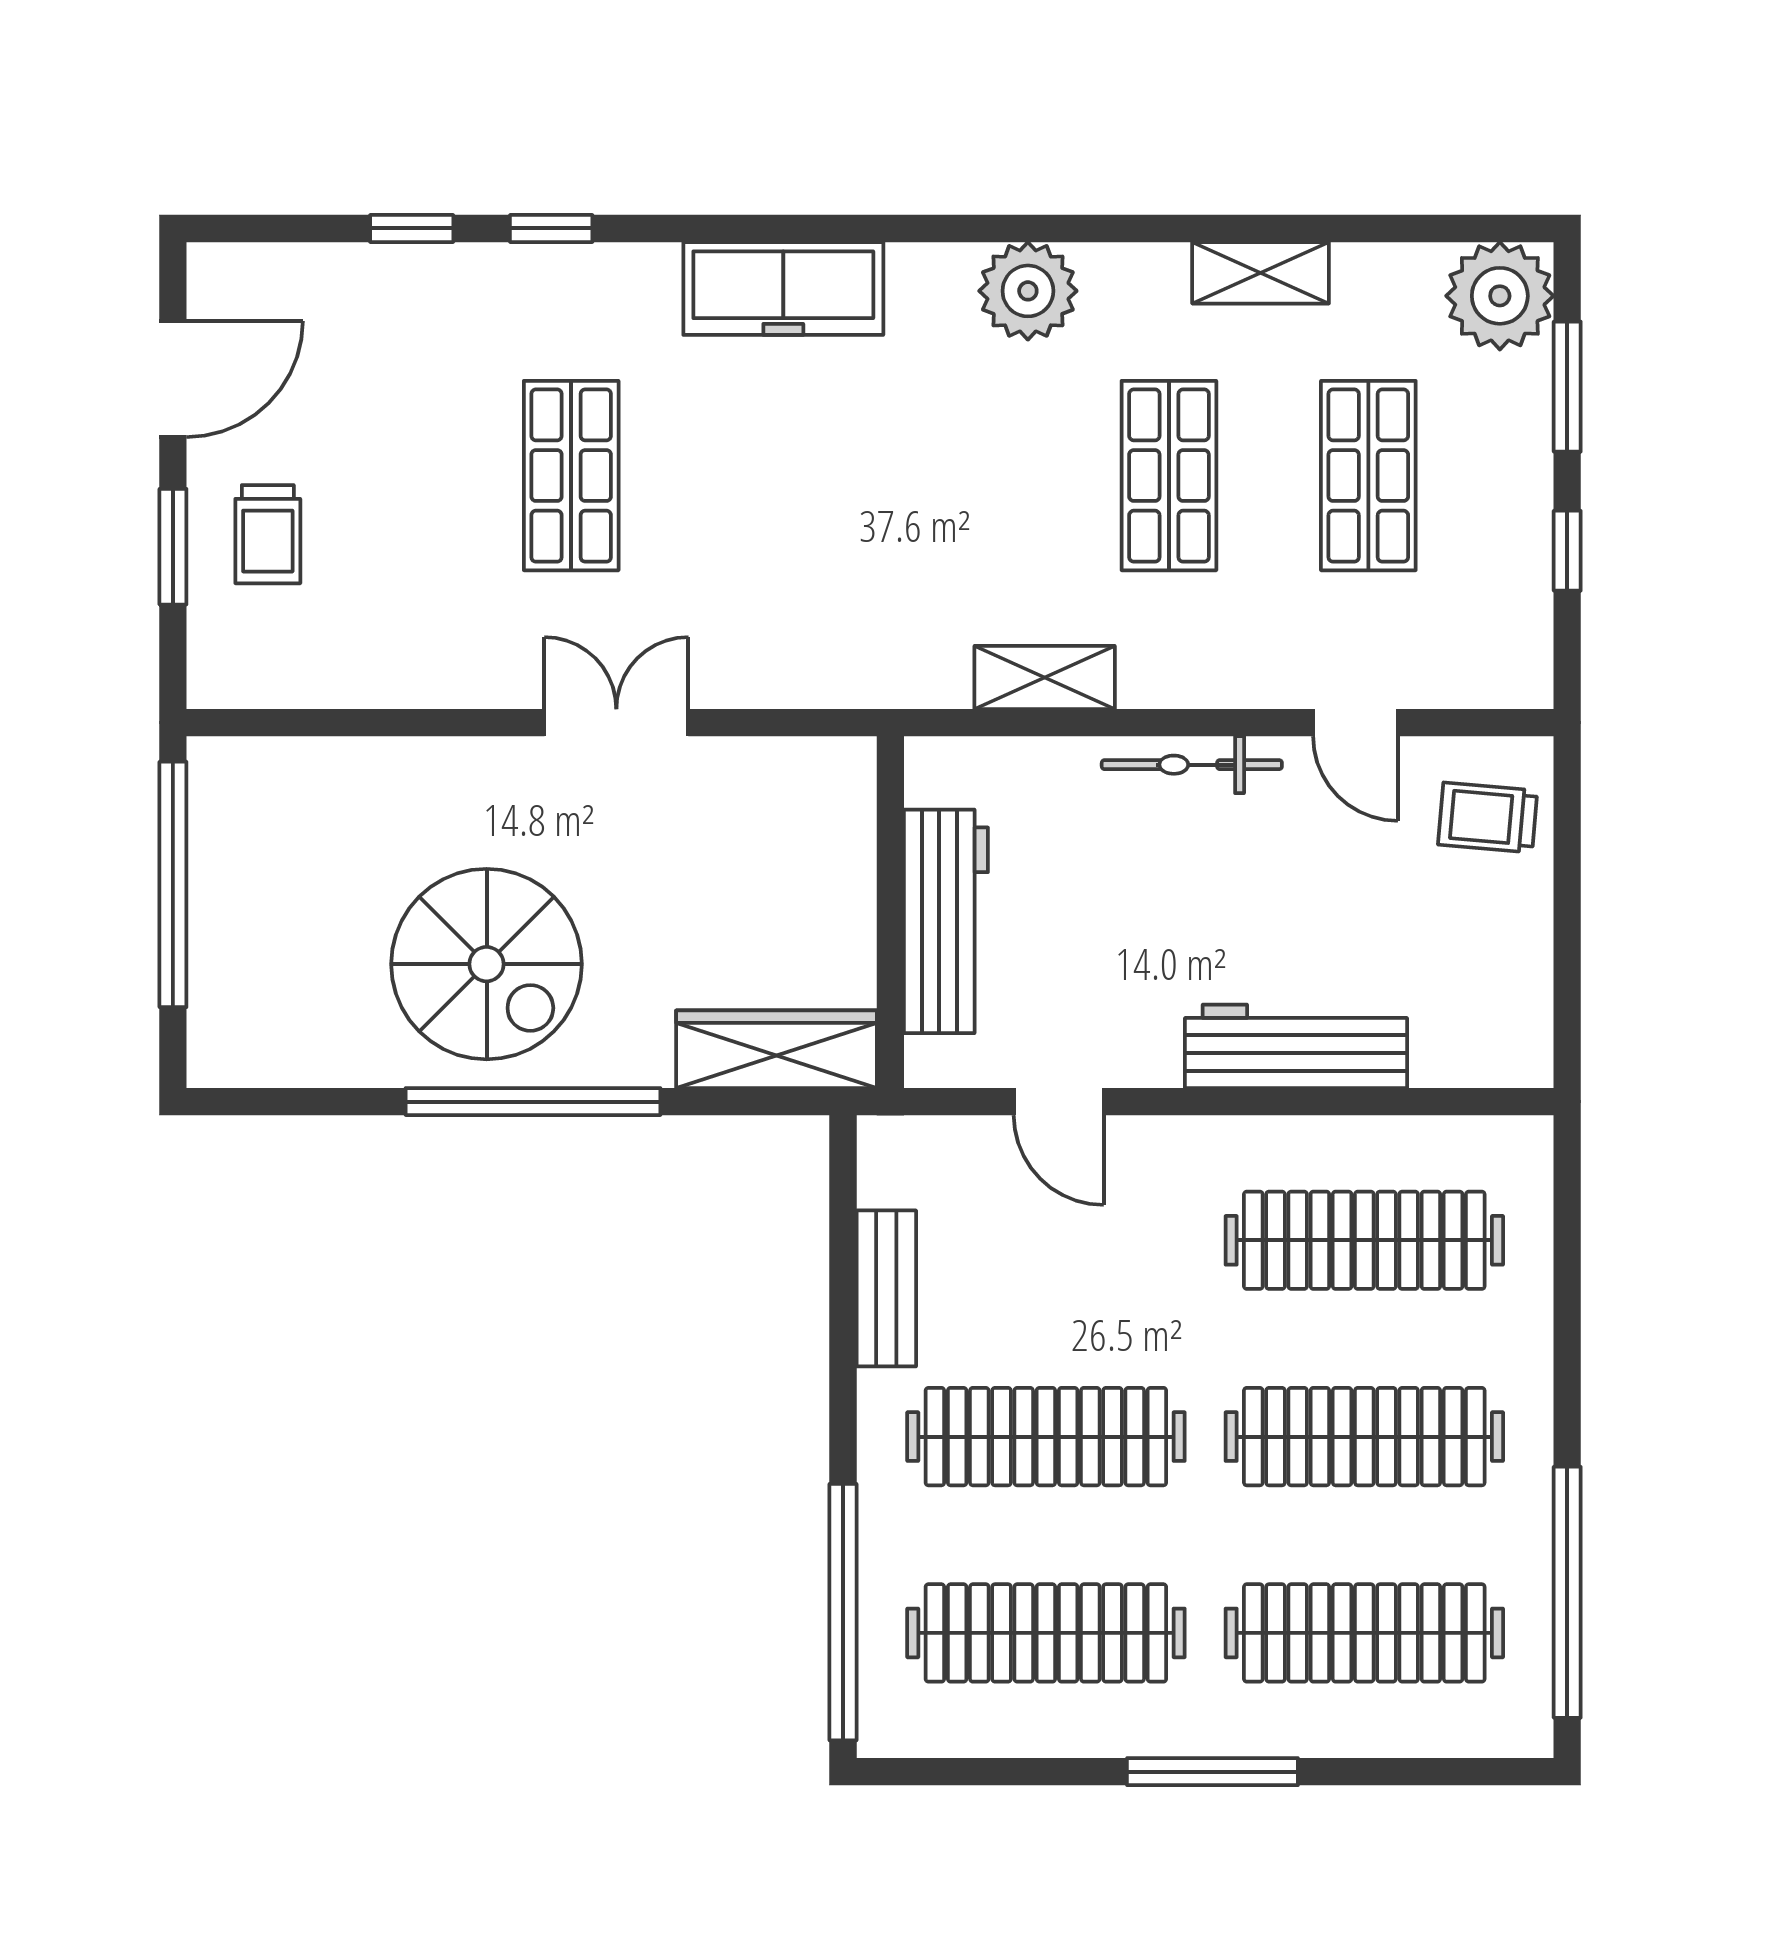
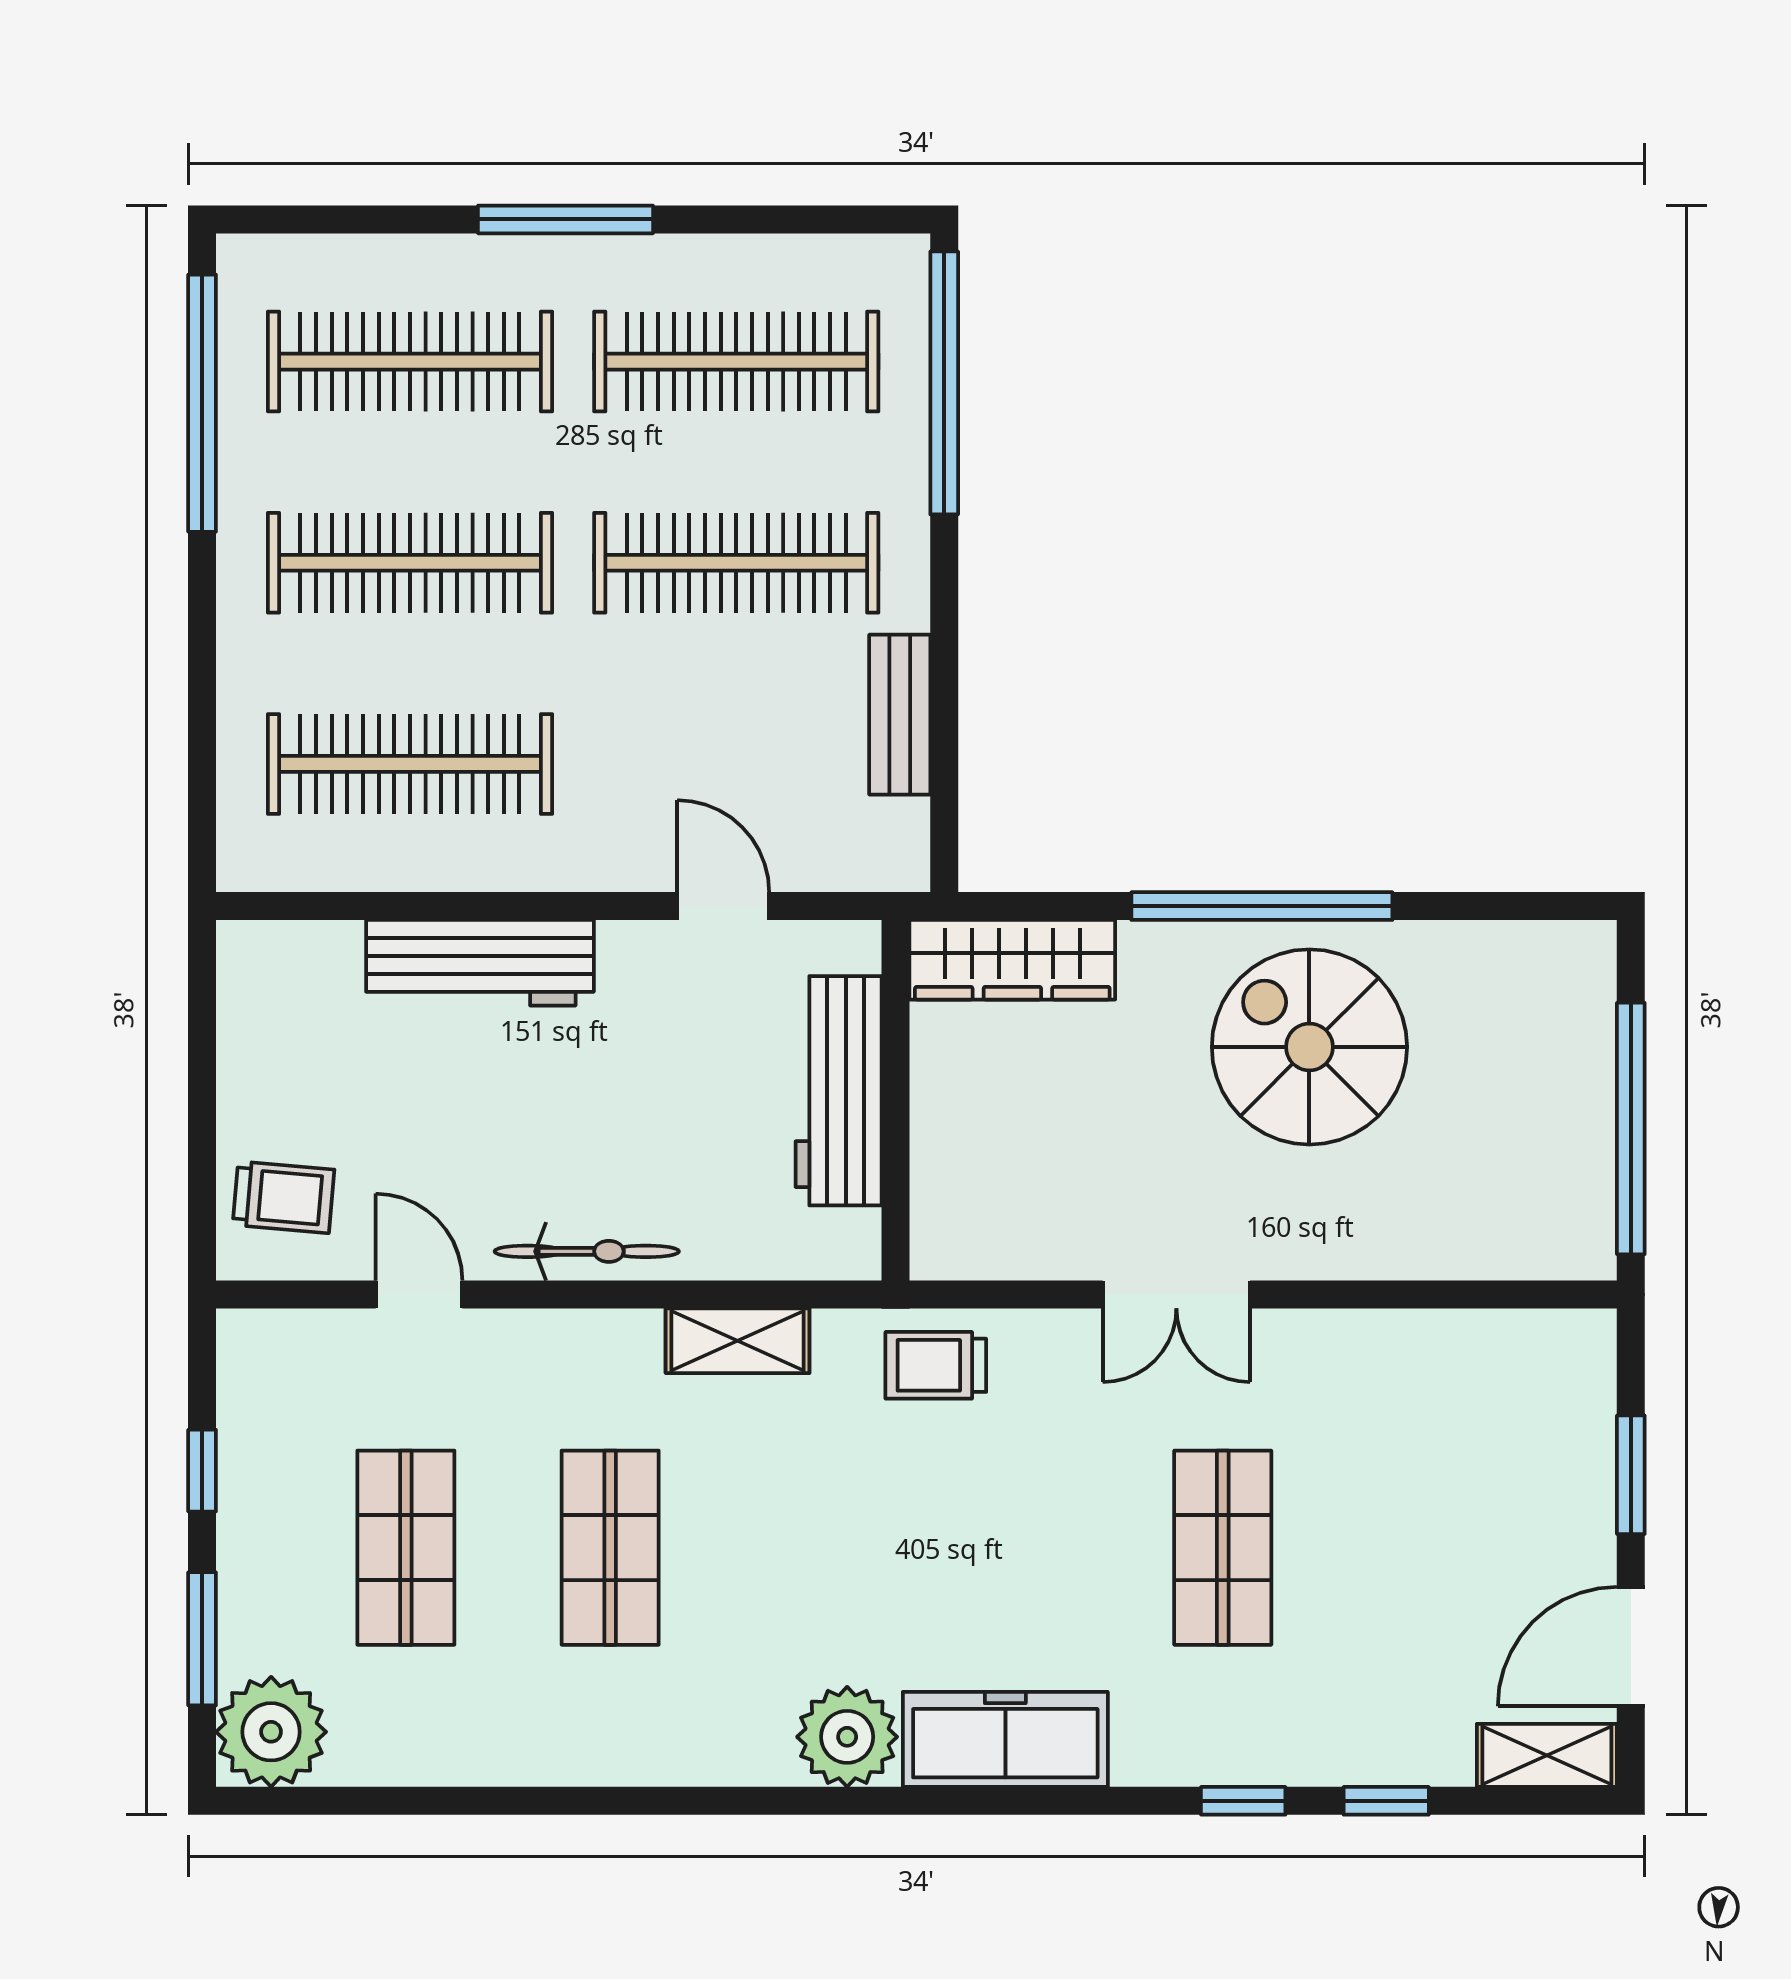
shelving: (1261, 273) -> (1547, 1755), moved
plant: (1028, 291) -> (847, 1737), moved
trolley: (268, 534) -> (936, 1365), moved, turned -90

